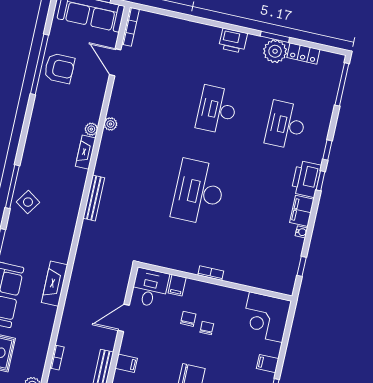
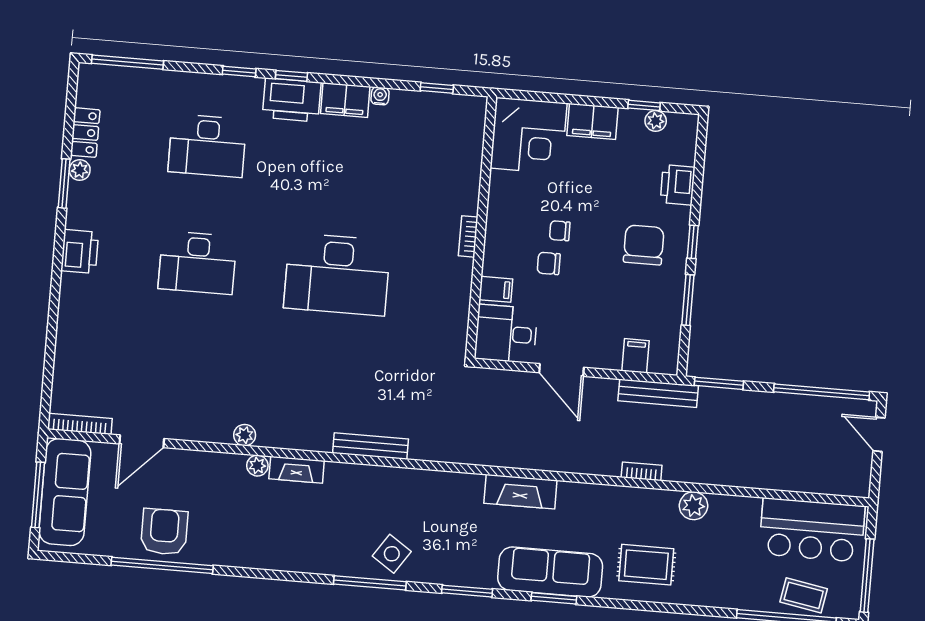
plant: (275, 51) -> (80, 170), width x0.53, depth x0.53
filing cabinet: (268, 364) -> (592, 121), width x2.00

